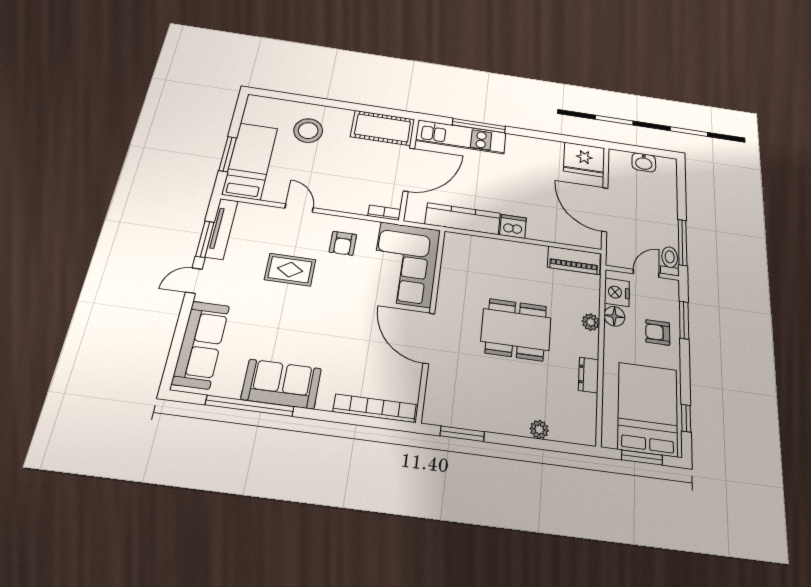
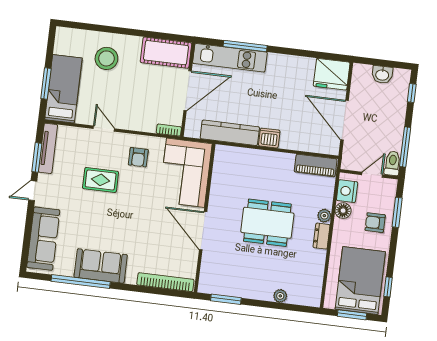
window: (681, 183) -> (412, 93), added
dresser: (589, 375) -> (322, 236), moved

